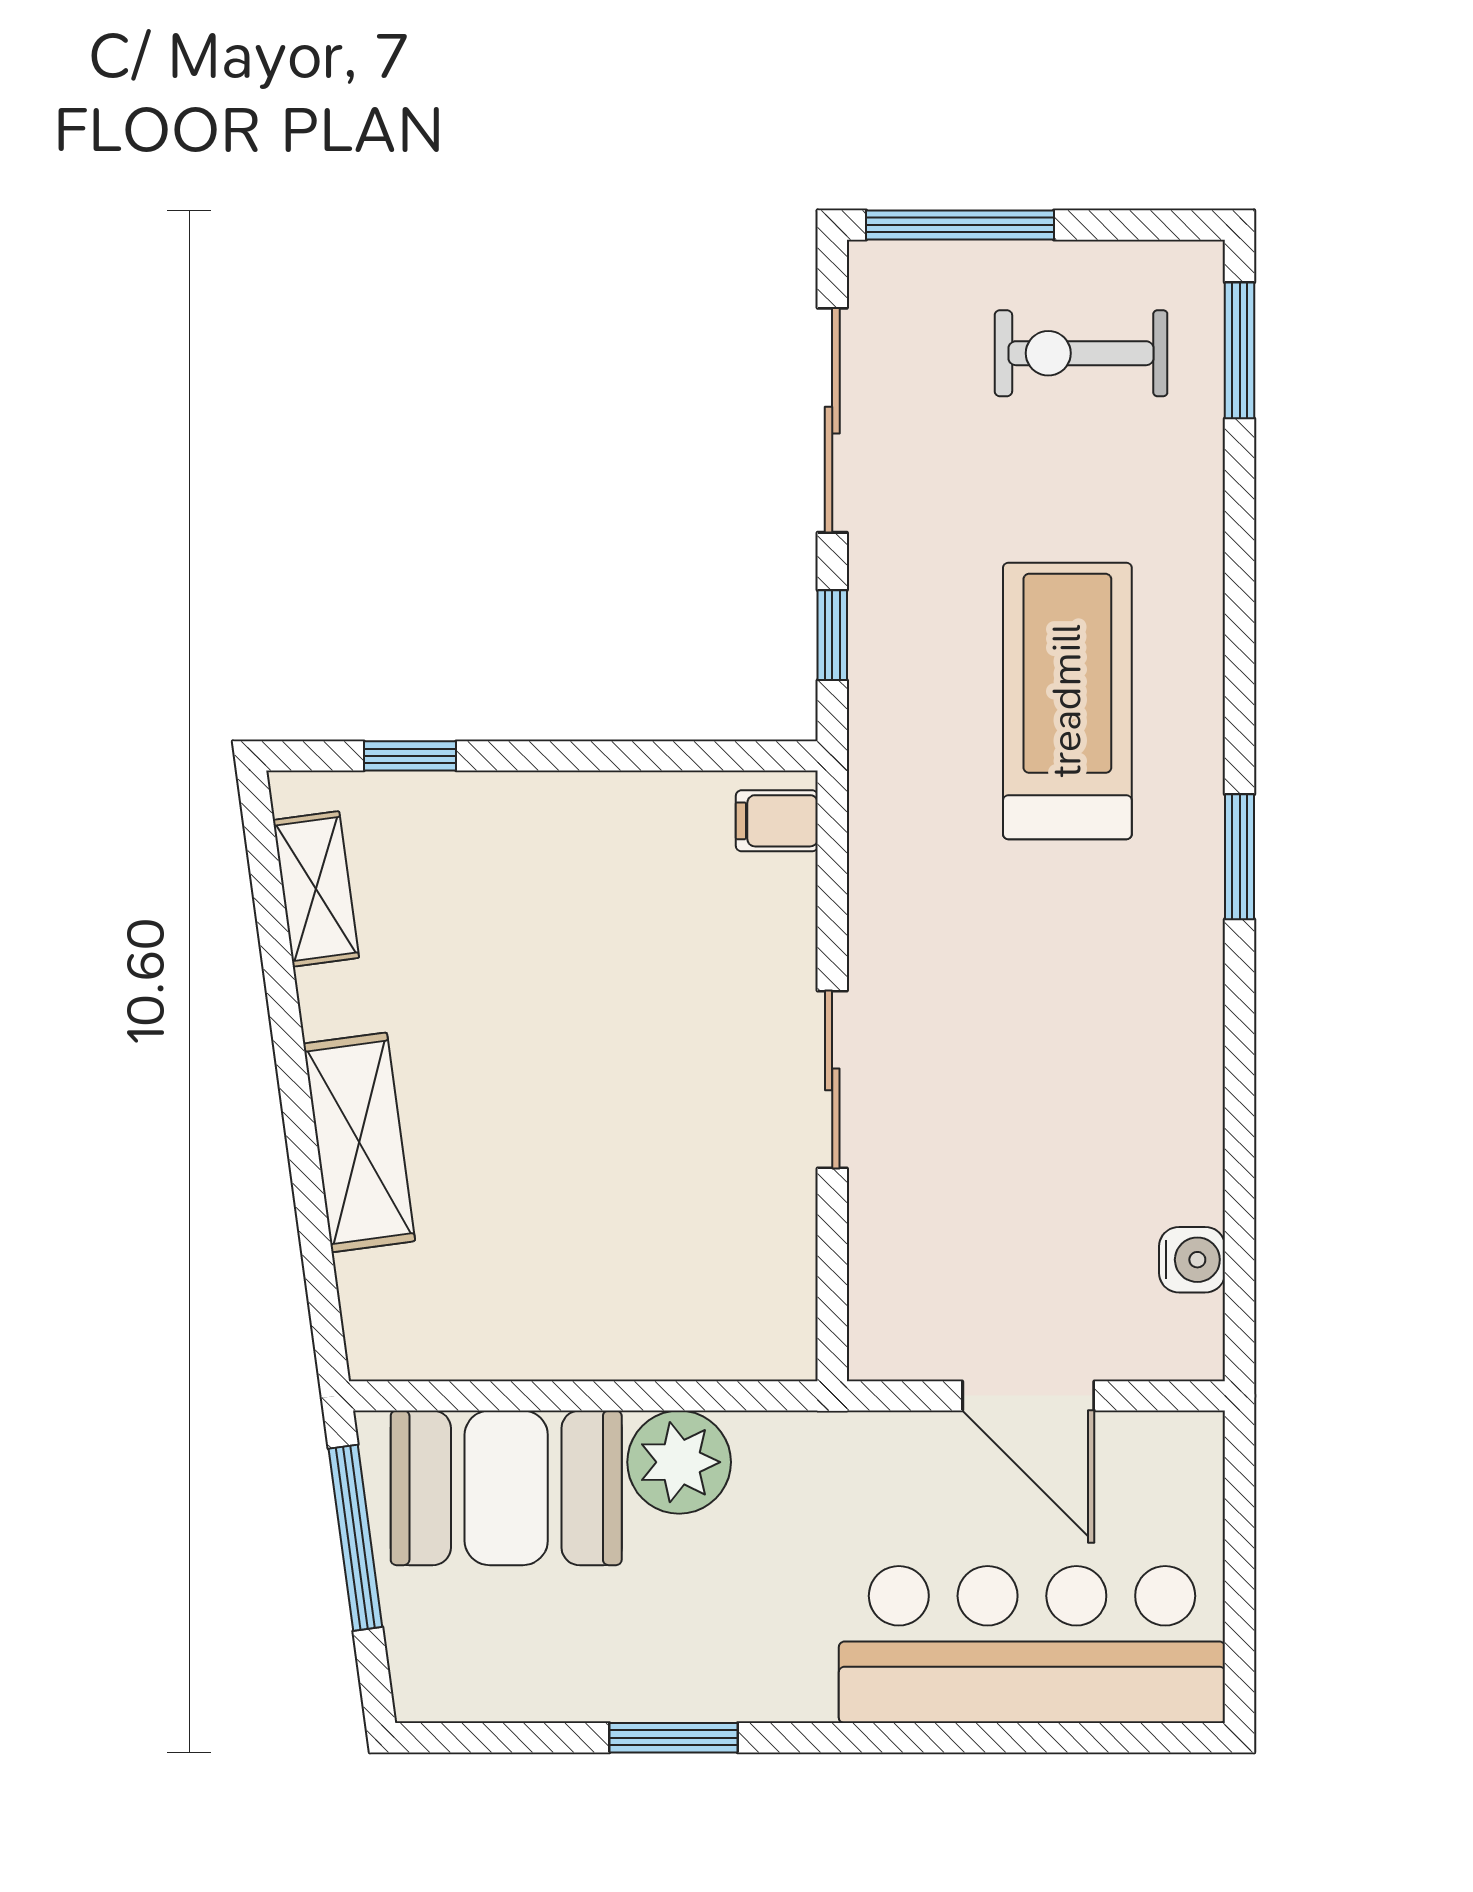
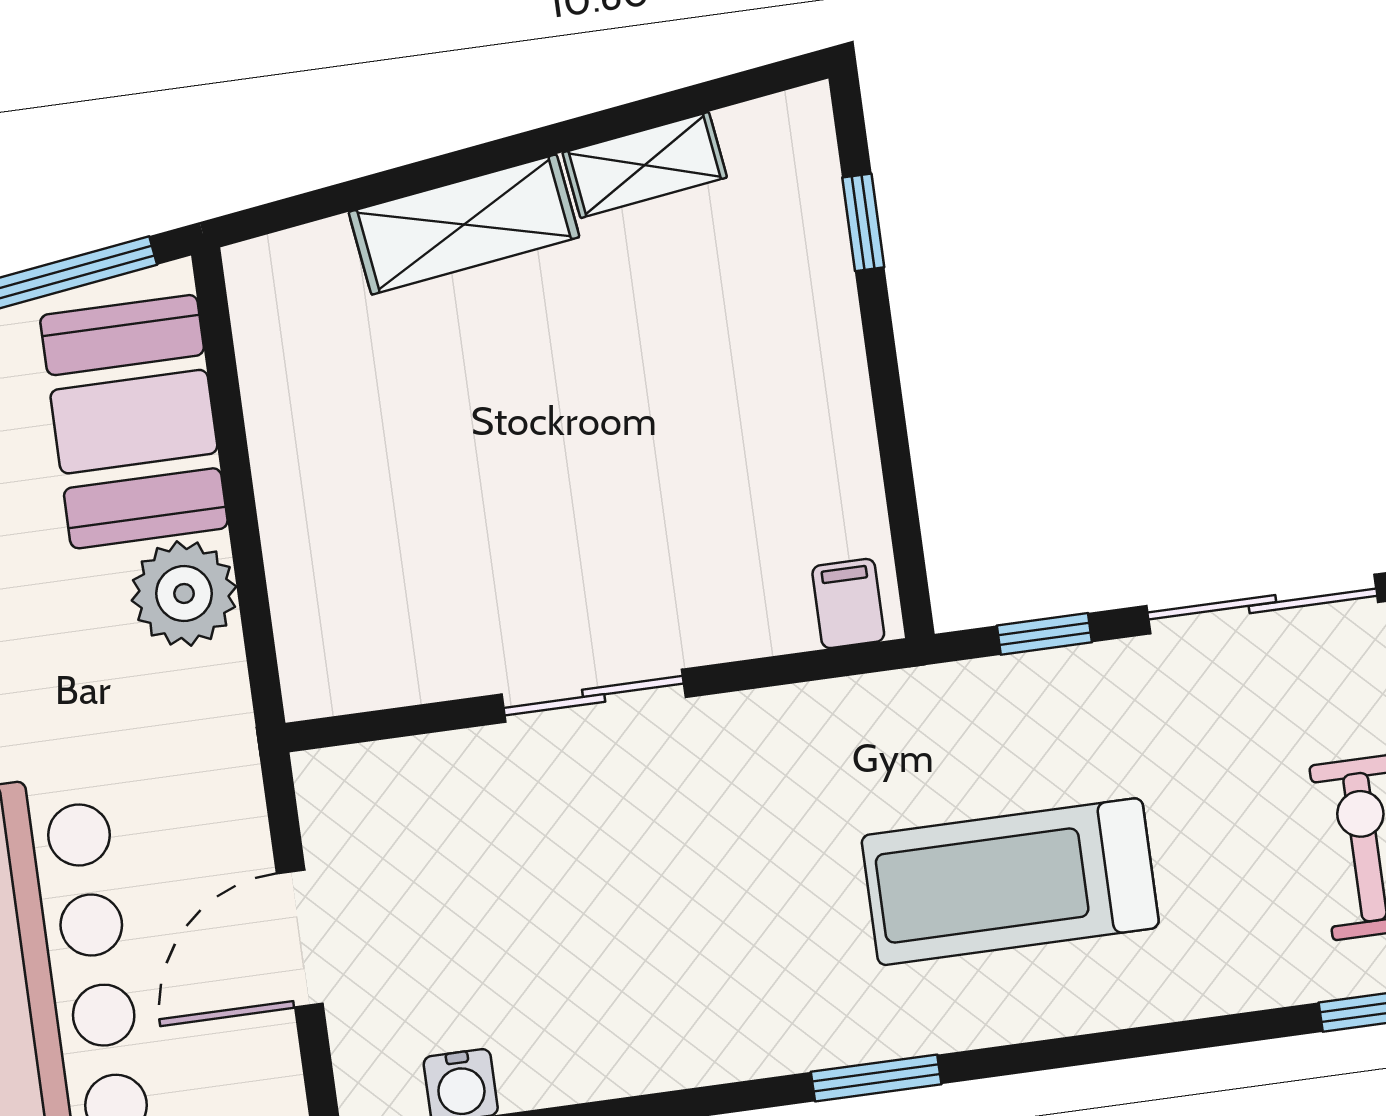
treadmill: (1067, 701) -> (1010, 882), turned 180
shelving: (316, 889) -> (645, 165), moved

